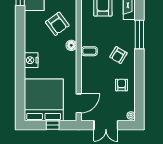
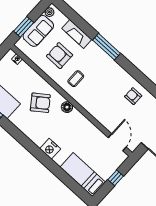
coffee table: (89, 51) -> (76, 79), moved
armchair: (118, 55) -> (108, 77), removed
bed: (44, 100) -> (83, 175), width x0.49

